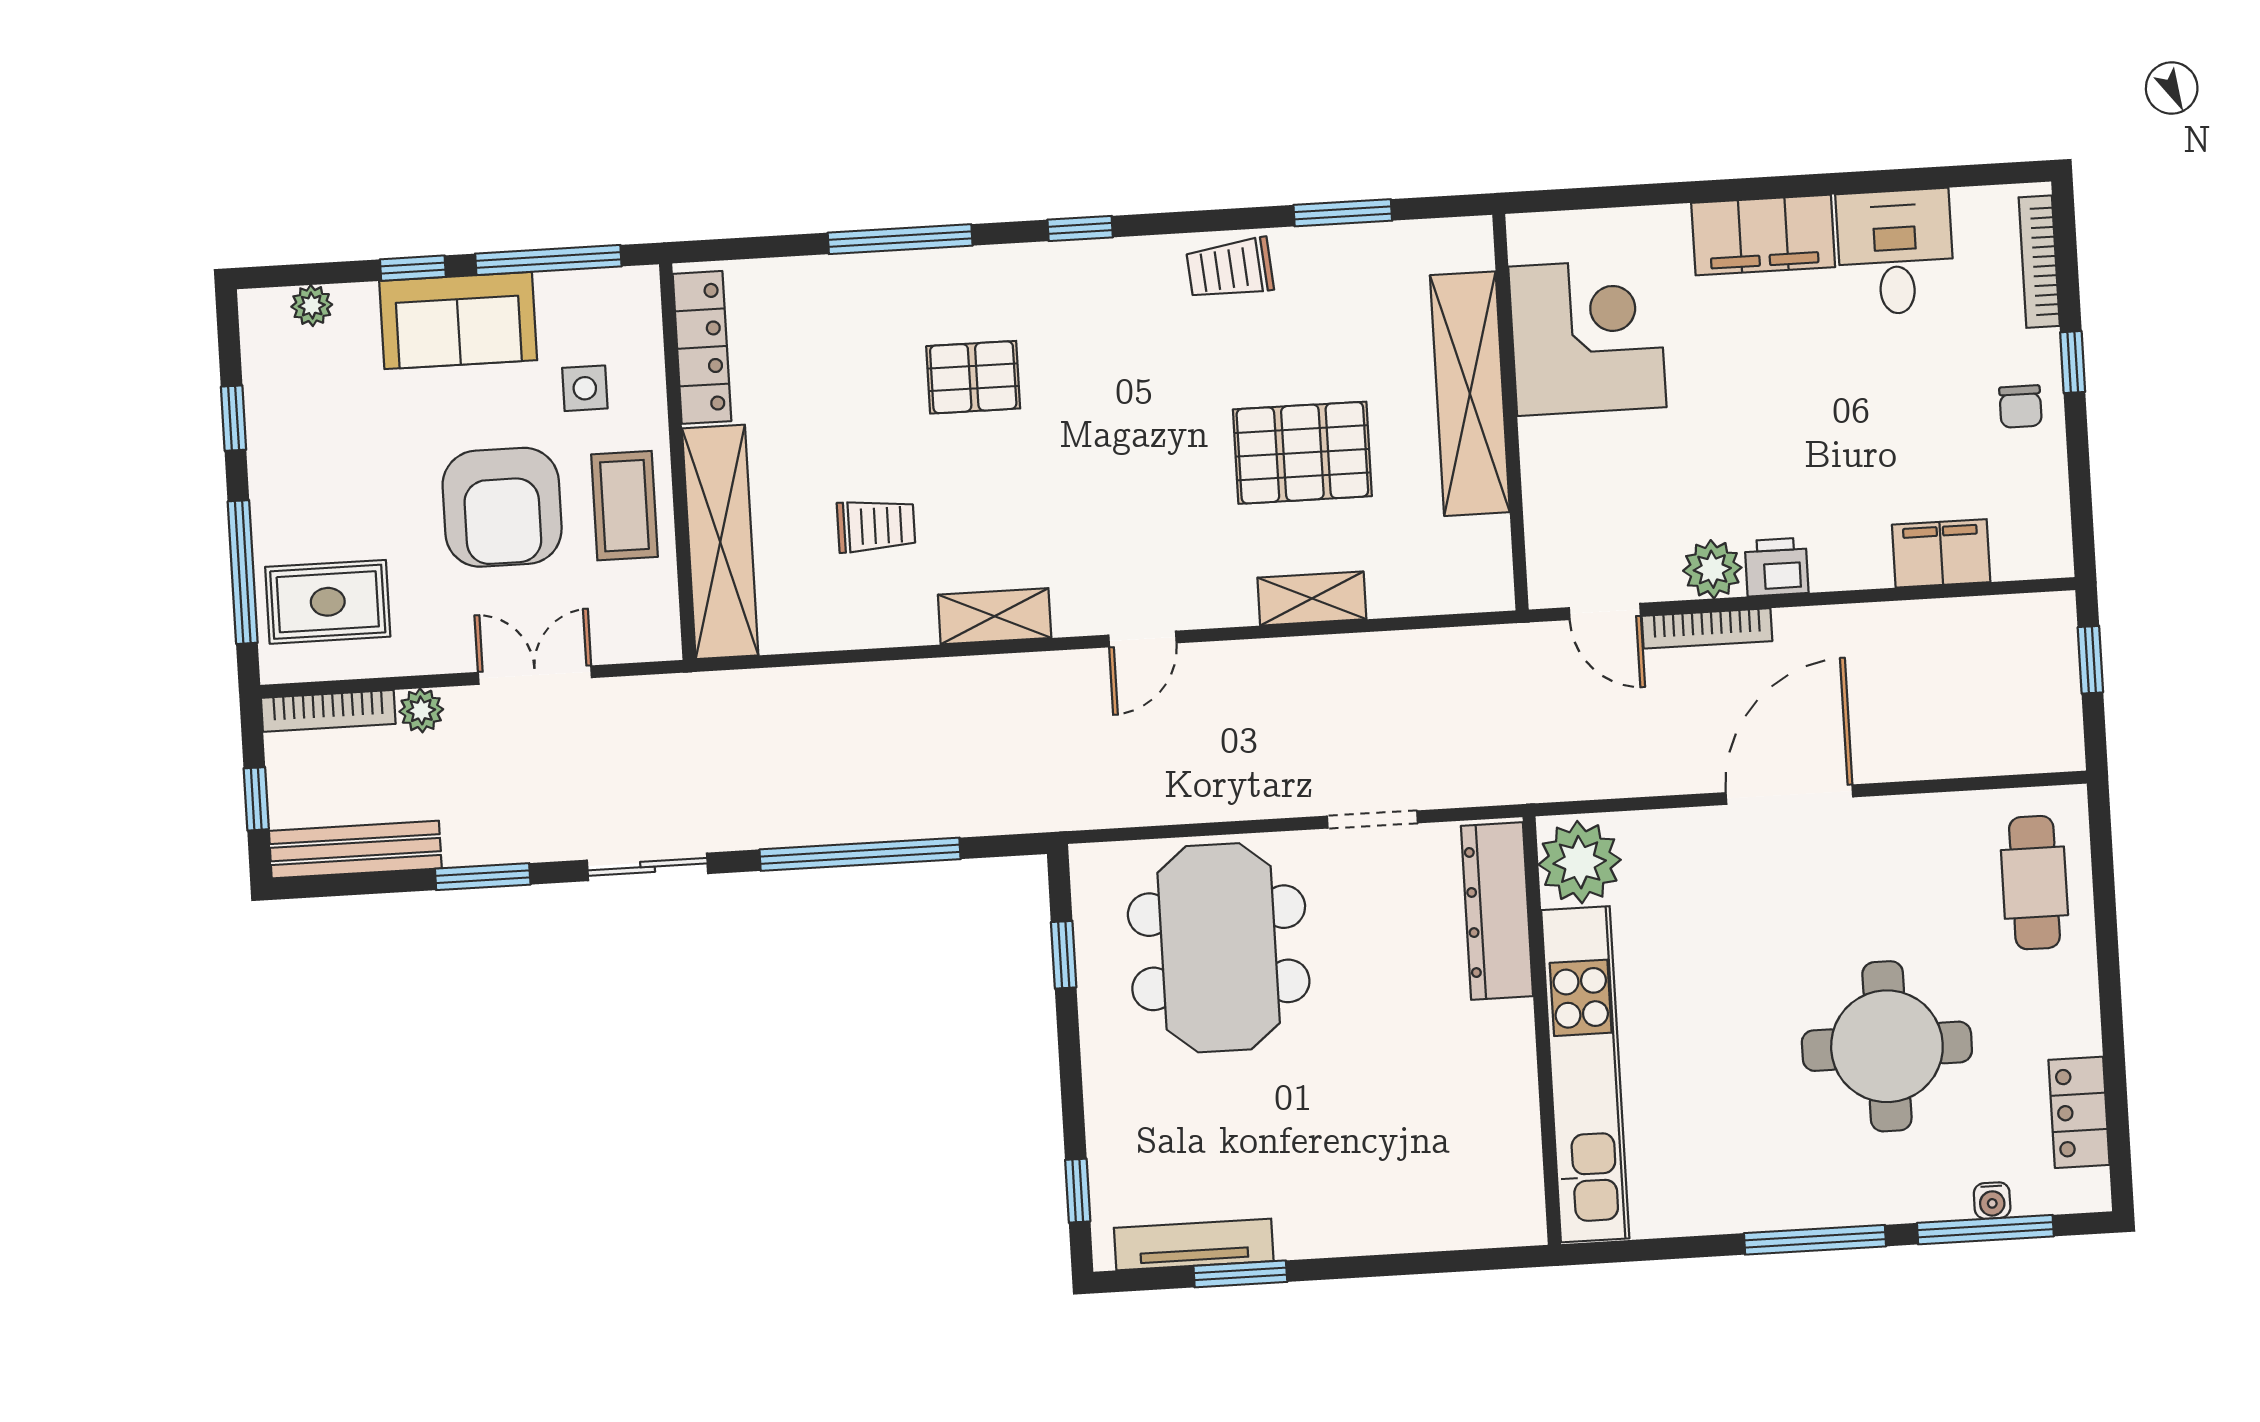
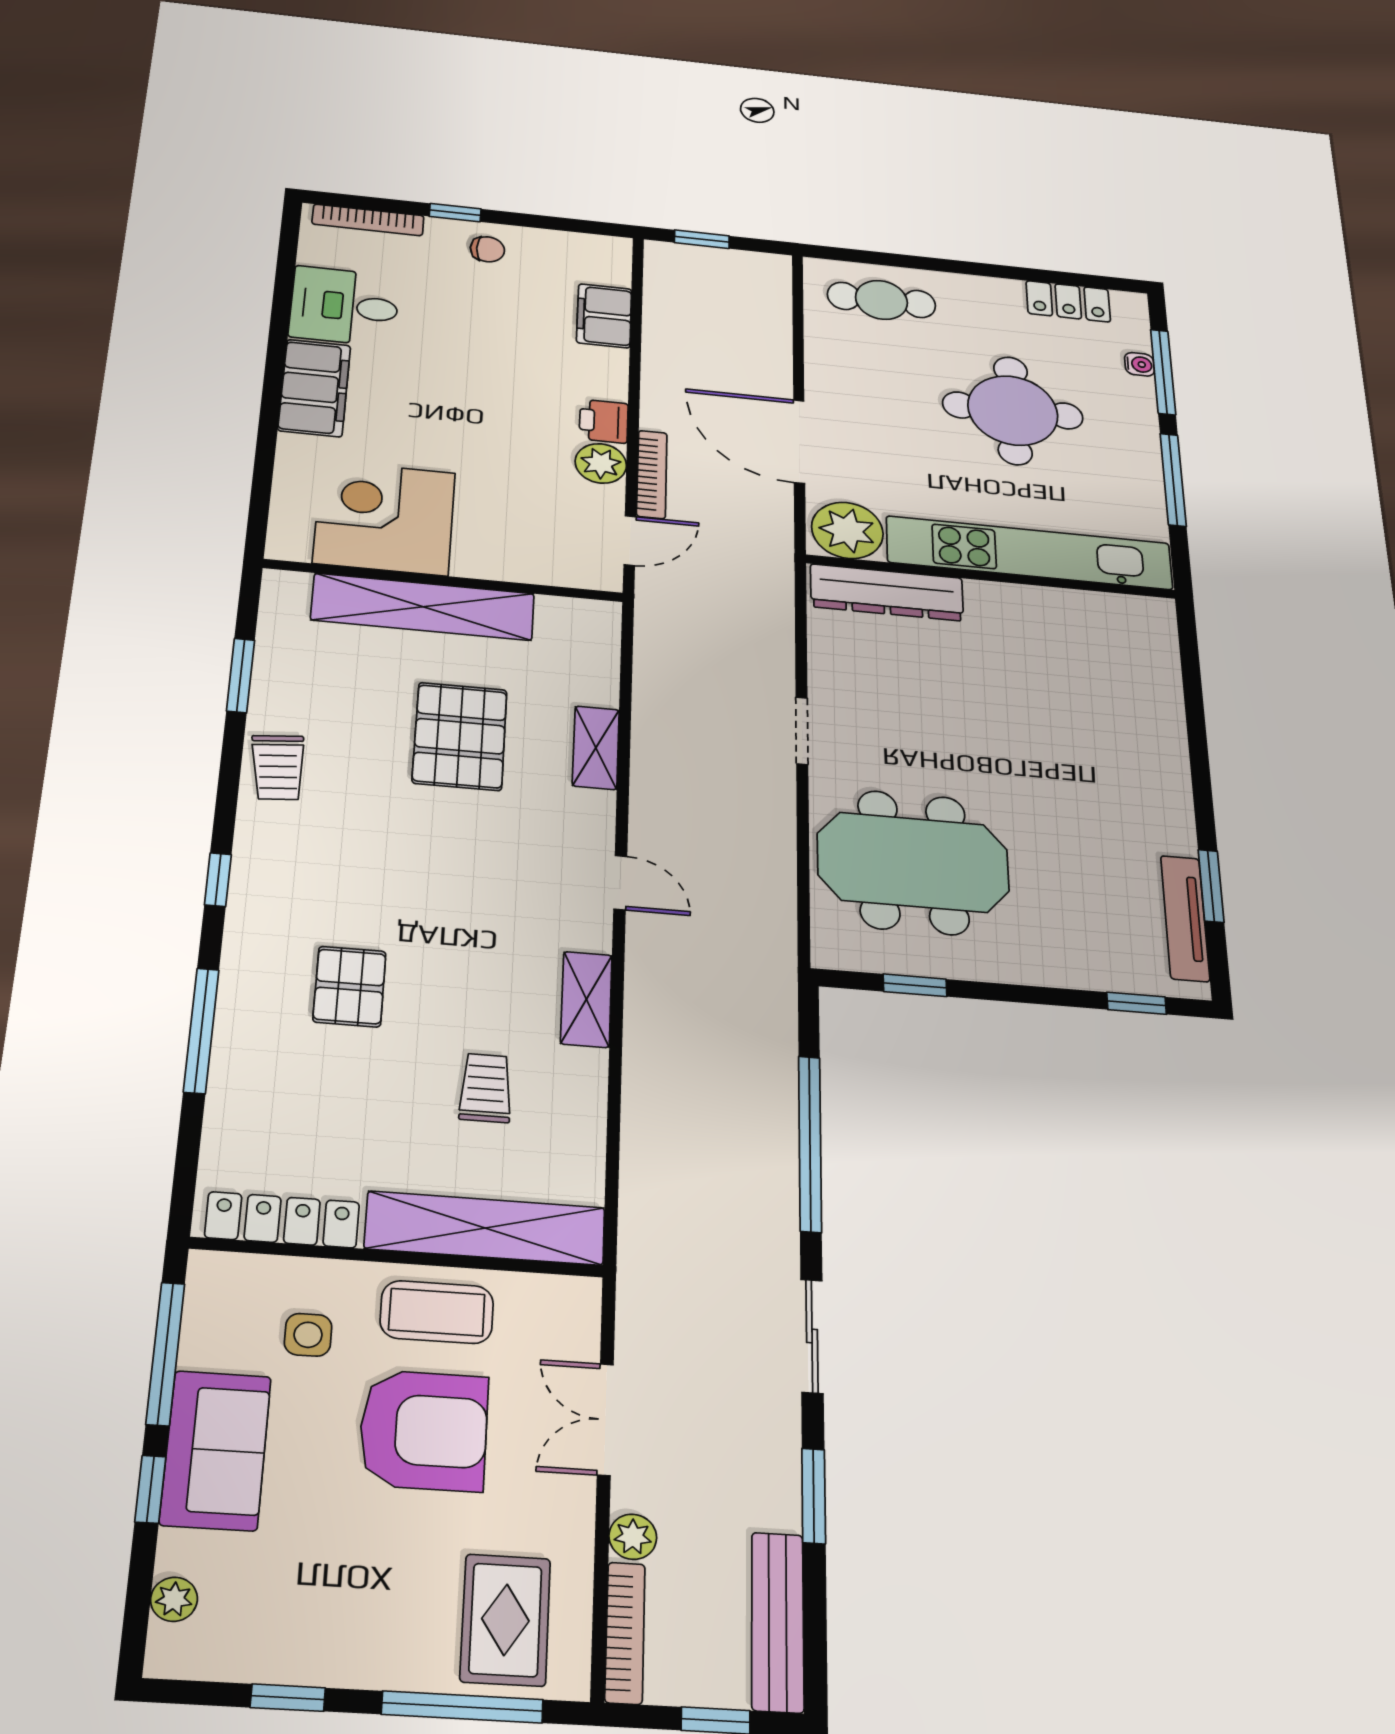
plant: (1580, 862) -> (847, 530), moved
dresser: (1497, 911) -> (887, 592), moved
wall: (1542, 1031) -> (992, 577), moved
kitchen unit: (1585, 1074) -> (1030, 553), moved

